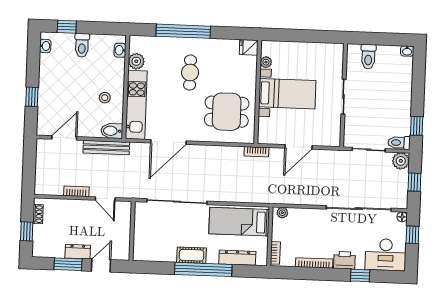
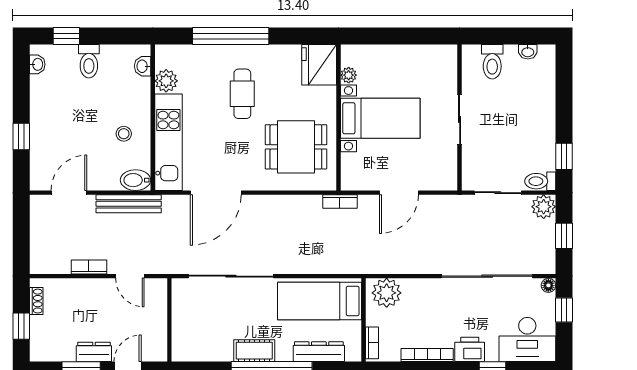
fridge: (249, 47) -> (319, 65), width x1.88, depth x1.34
washbasin: (407, 51) -> (528, 52), moved
plant: (282, 213) -> (387, 293), width x1.88, depth x1.88

